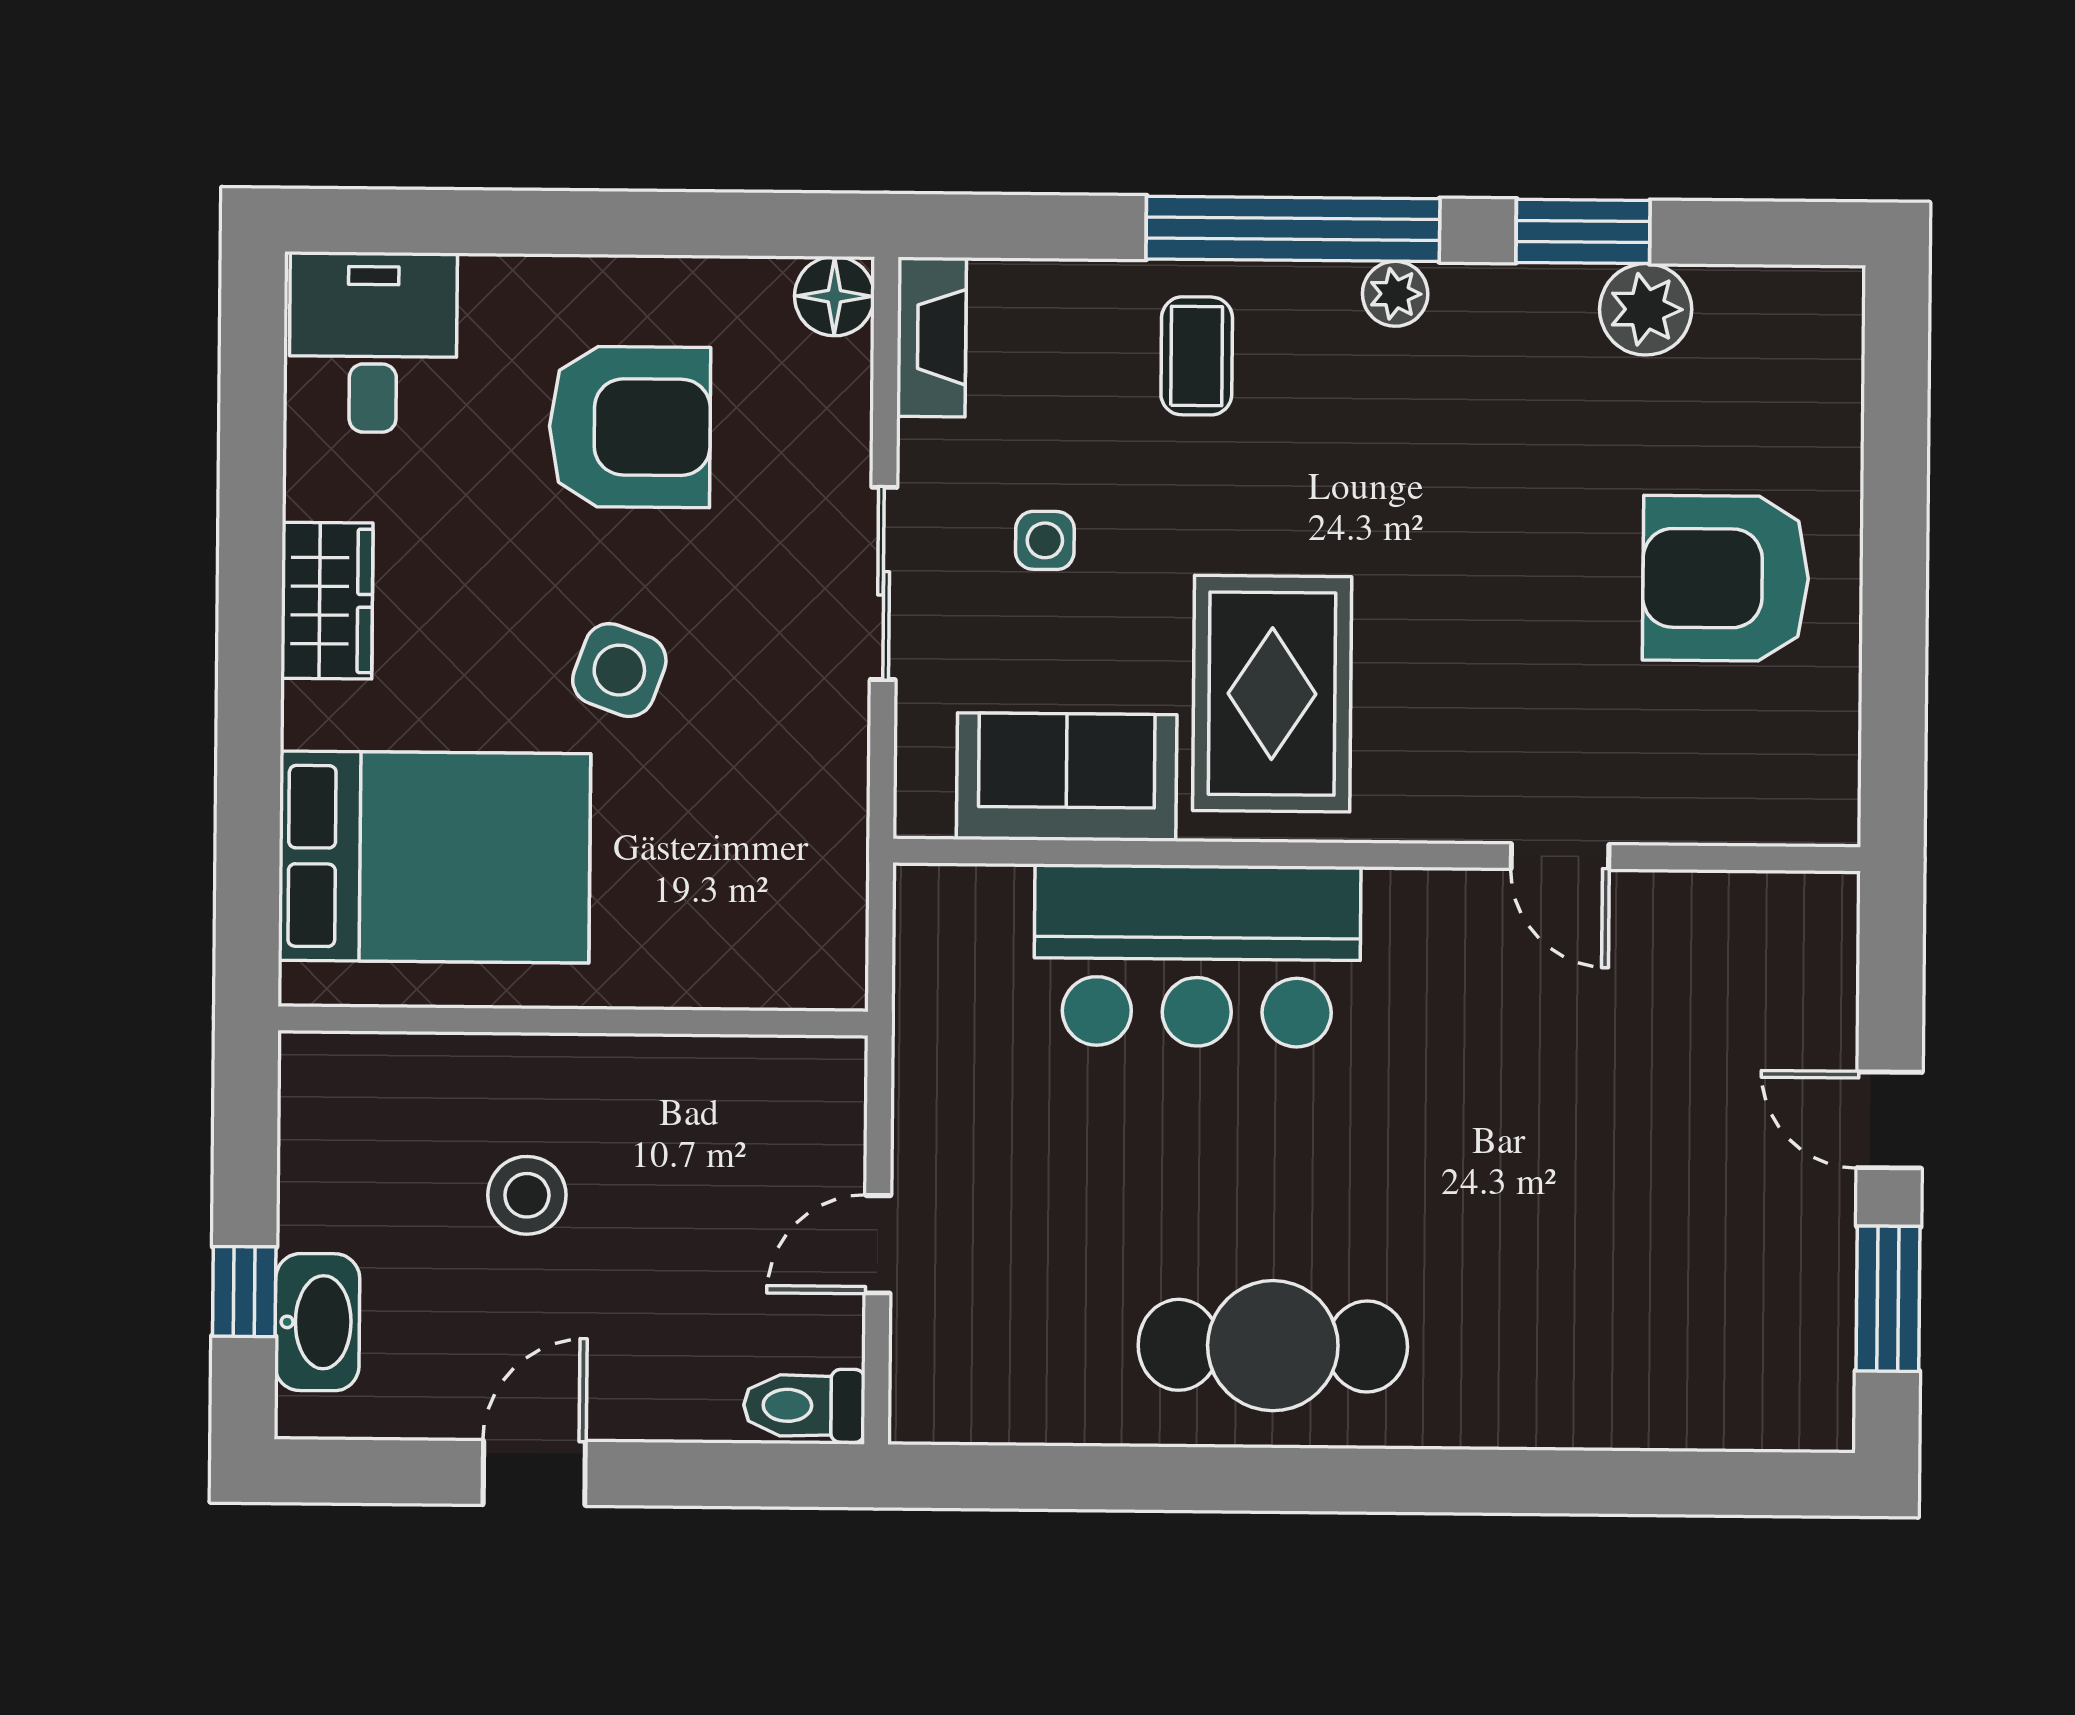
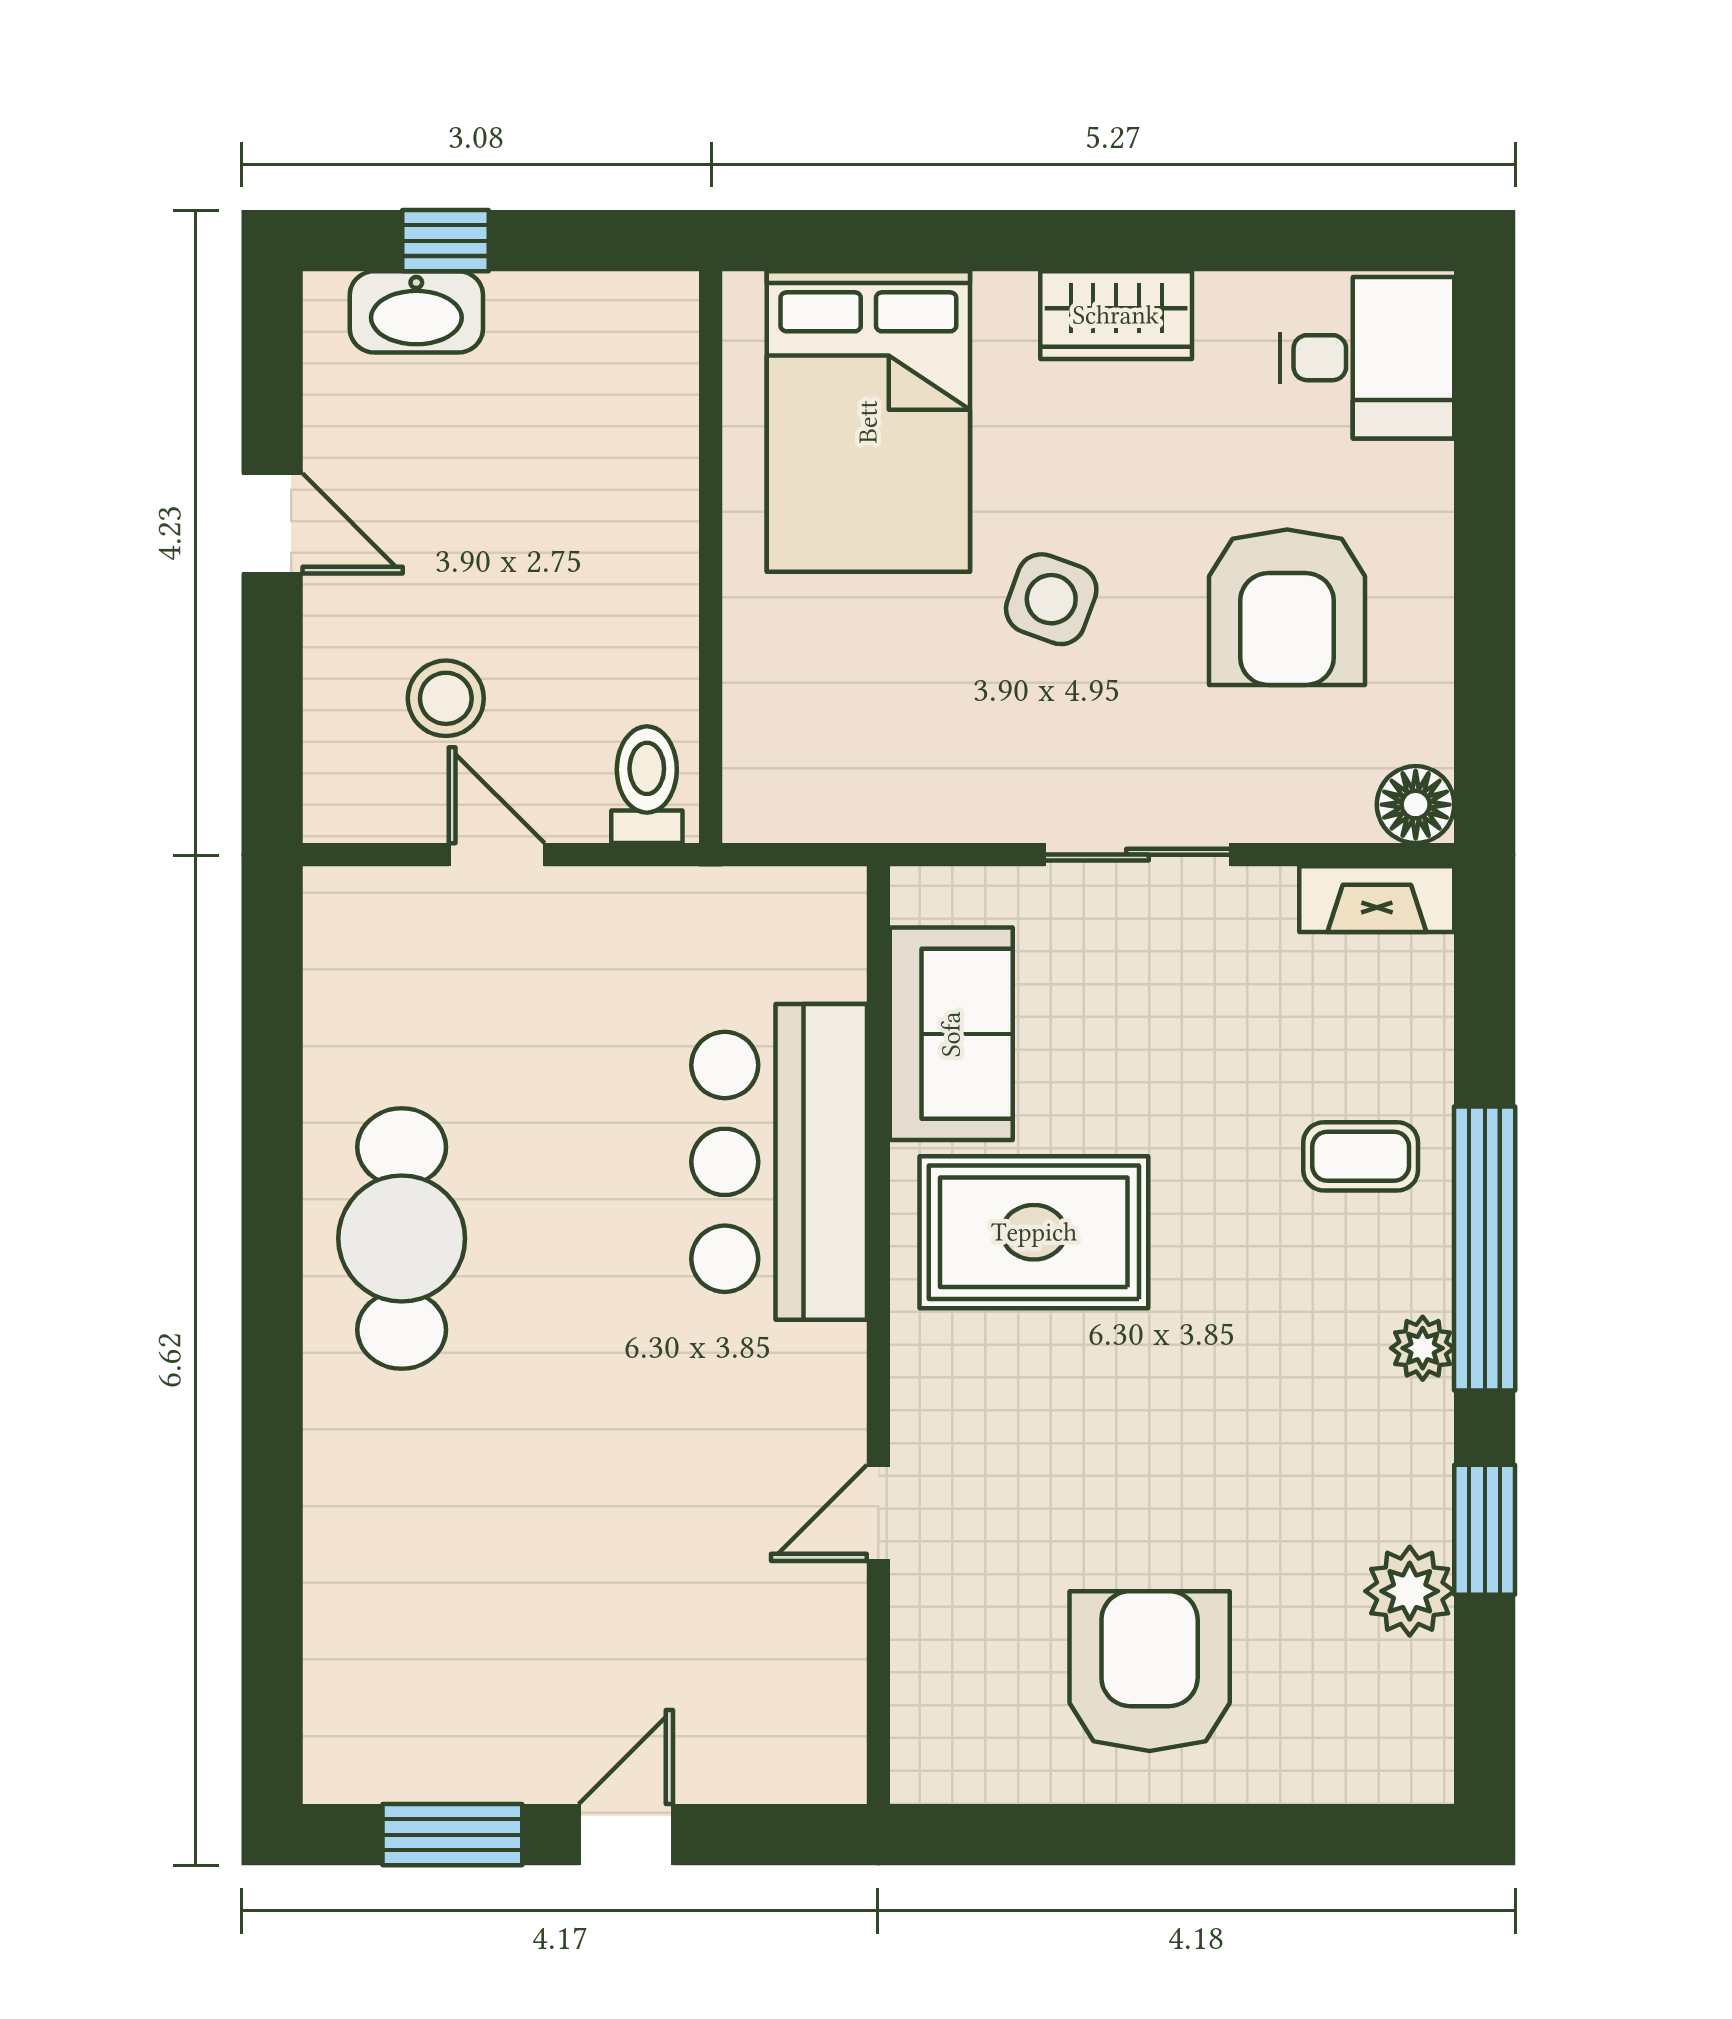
side table: (1045, 540) -> (1180, 1011), removed
stool: (527, 1195) -> (446, 698), moved
toilet: (804, 1405) -> (647, 785), moved

